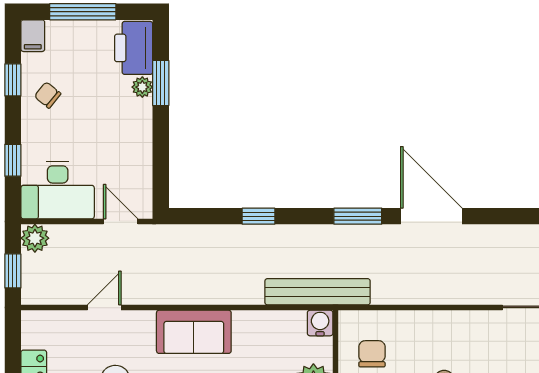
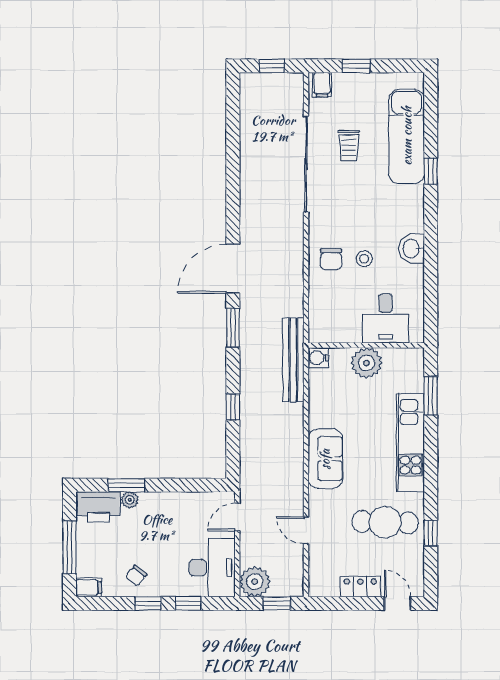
window: (13, 80) -> (148, 603), moved
plant: (35, 238) -> (255, 582), width x1.36, depth x1.36
chair: (372, 354) -> (331, 259), moved, turned -90

